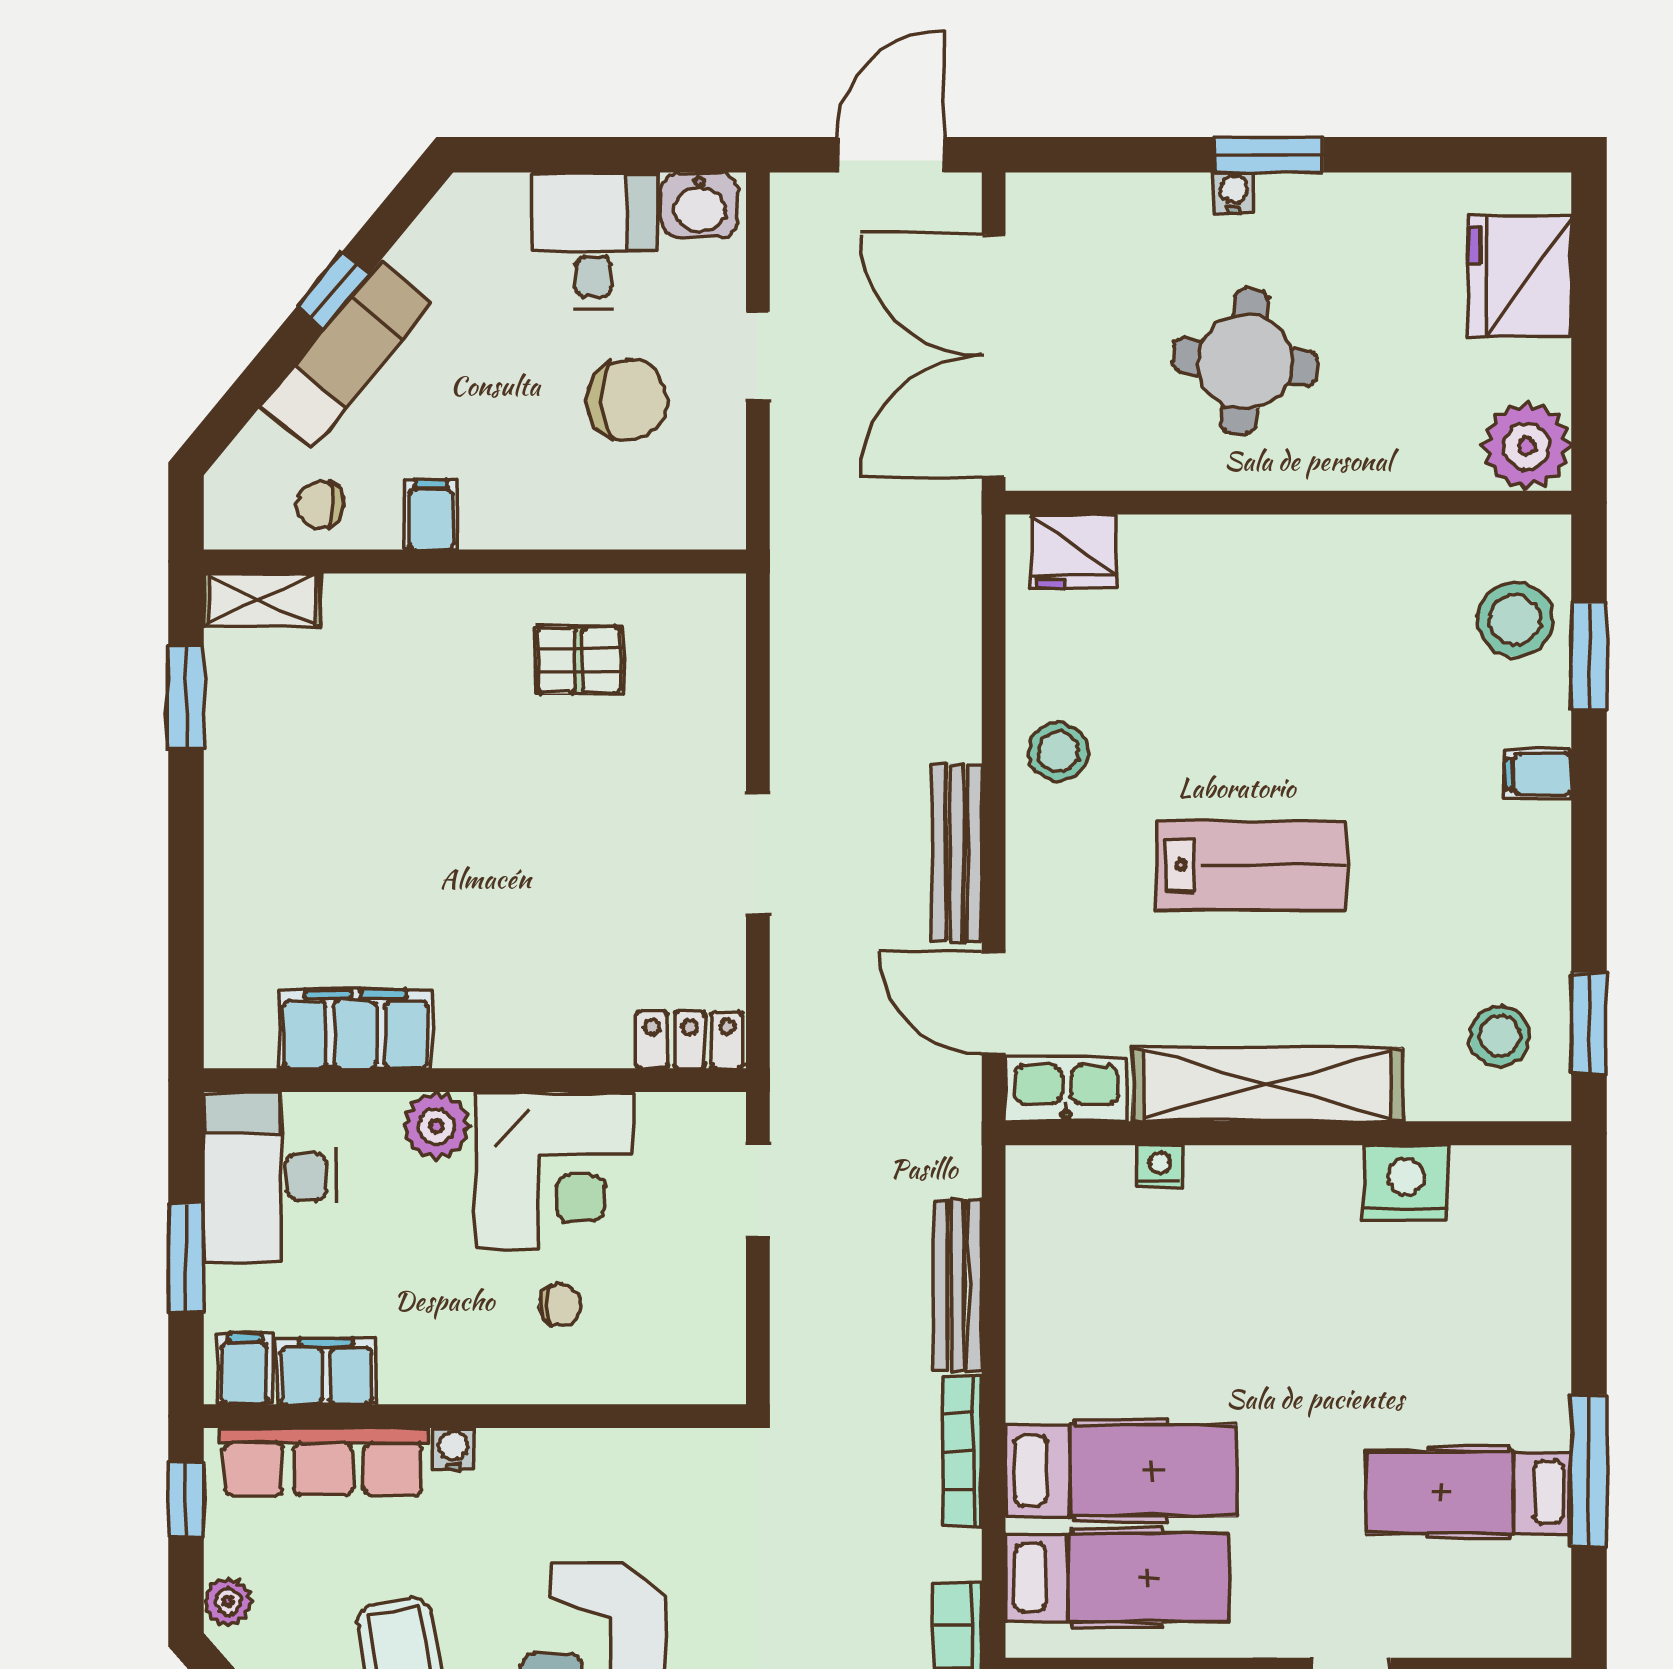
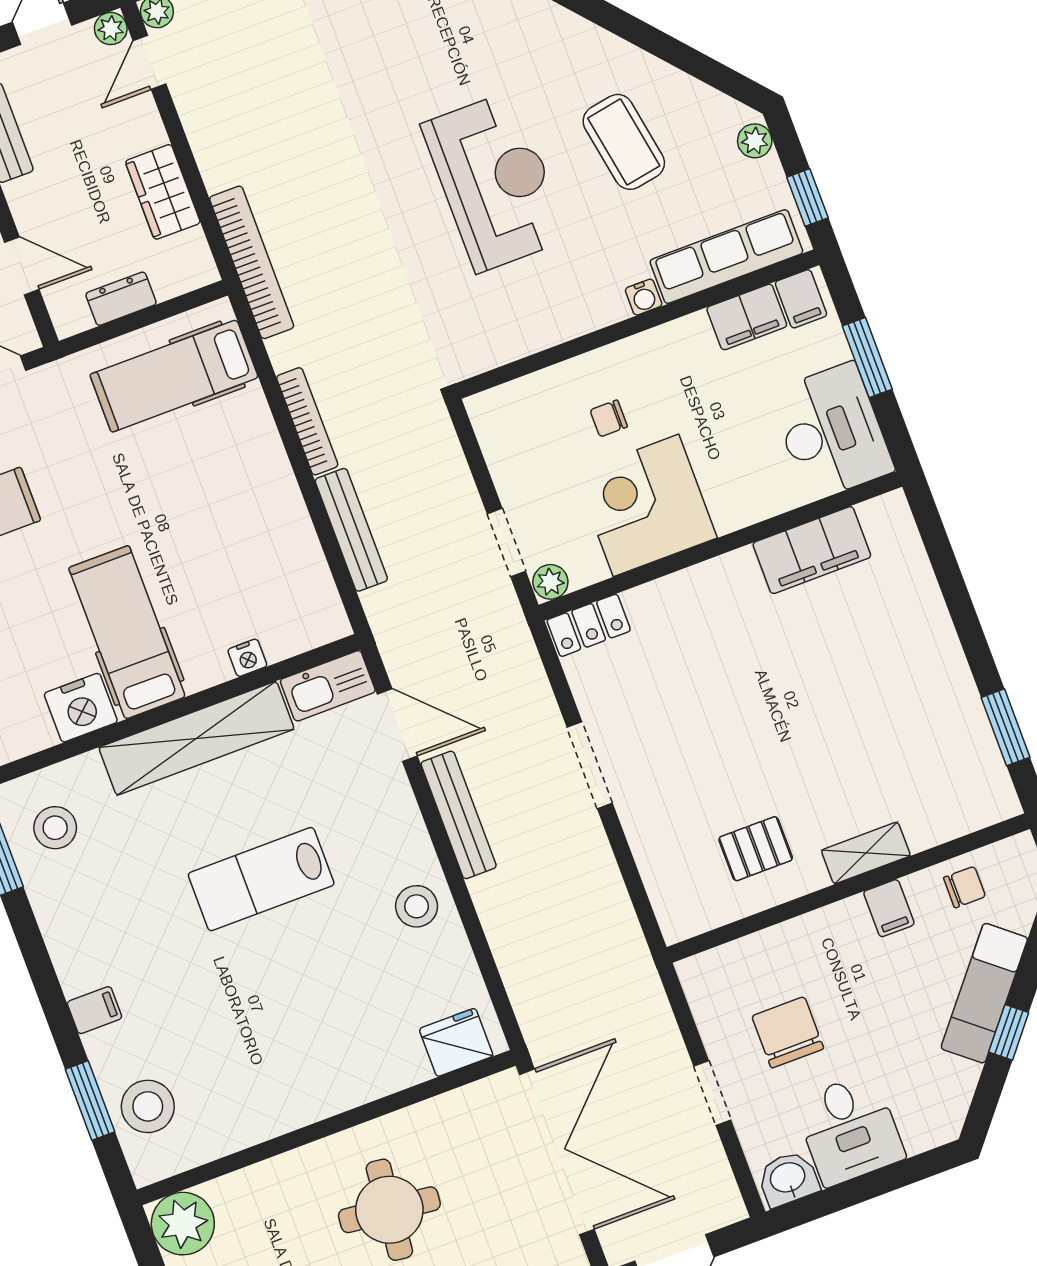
chair: (627, 400) -> (788, 1032), turned 91
shelving: (262, 599) -> (866, 853), moved
plant: (436, 1126) -> (550, 582), moved, width x0.73, depth x0.73
hospital bed: (1121, 1471) -> (127, 632), moved, turned 90

